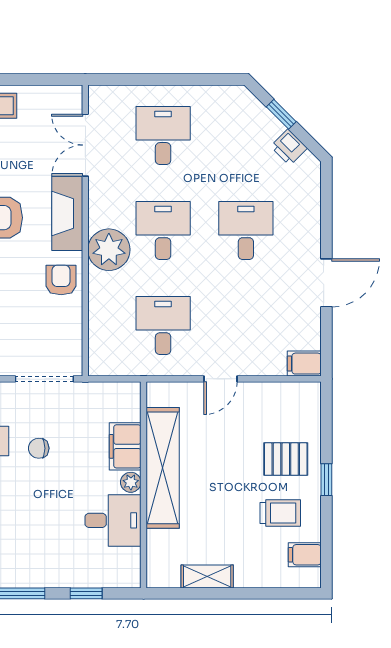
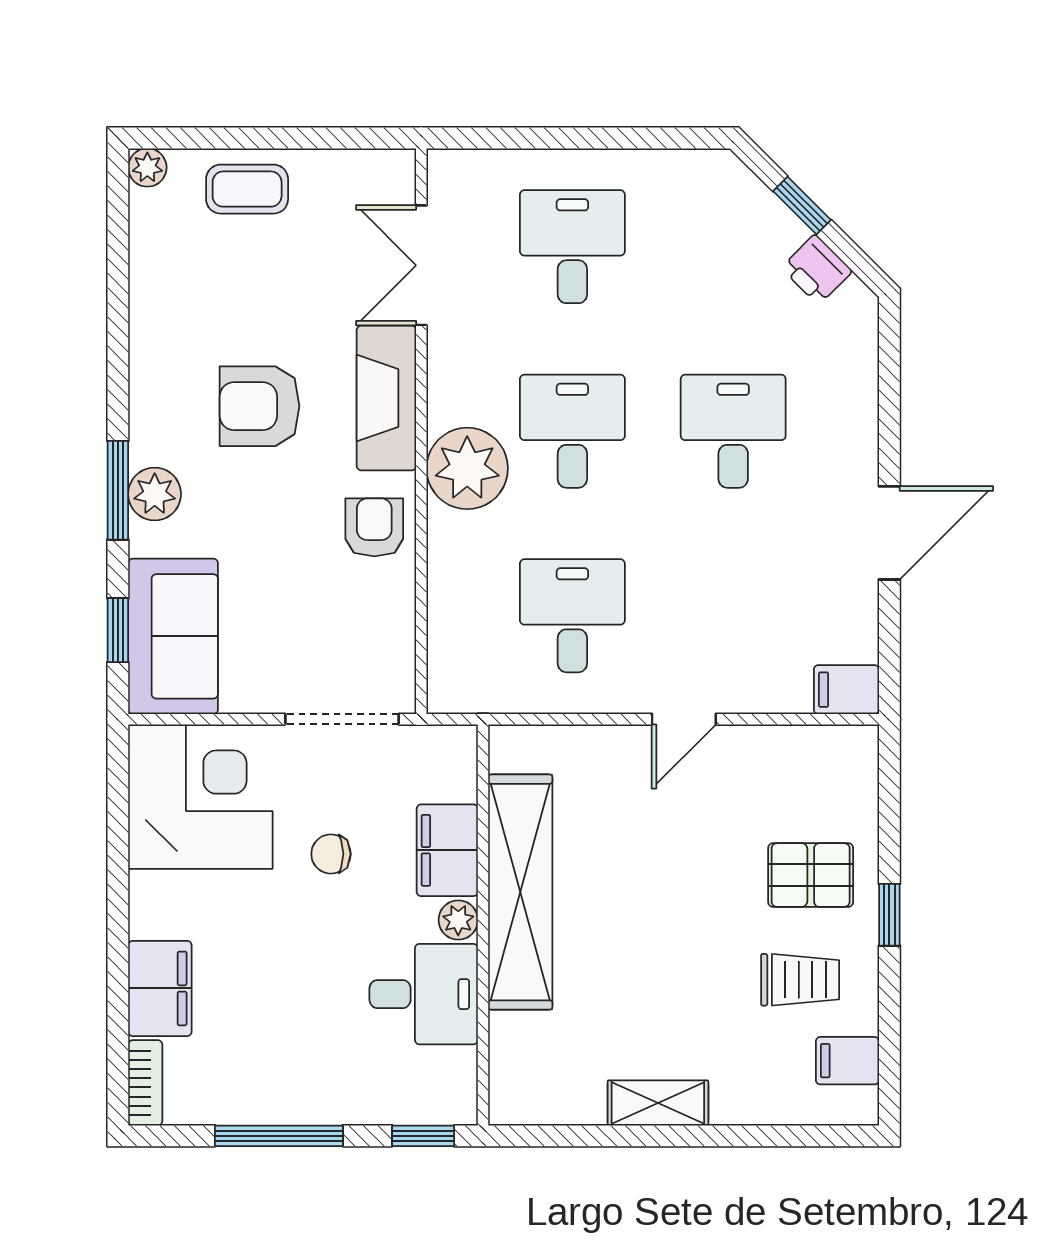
filing cabinet: (125, 446) -> (447, 850), moved
shelving: (163, 468) -> (520, 892), moved
plant: (131, 482) -> (458, 920), moved
wall: (144, 485) -> (483, 925), moved
desk: (113, 520) -> (424, 994), moved

